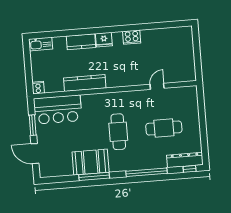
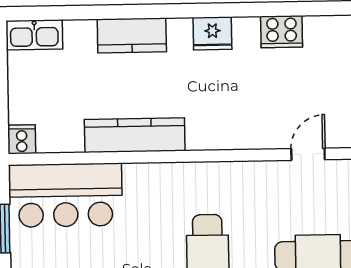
cooker: (132, 37) -> (282, 32), moved
fridge: (104, 40) -> (212, 33), moved

